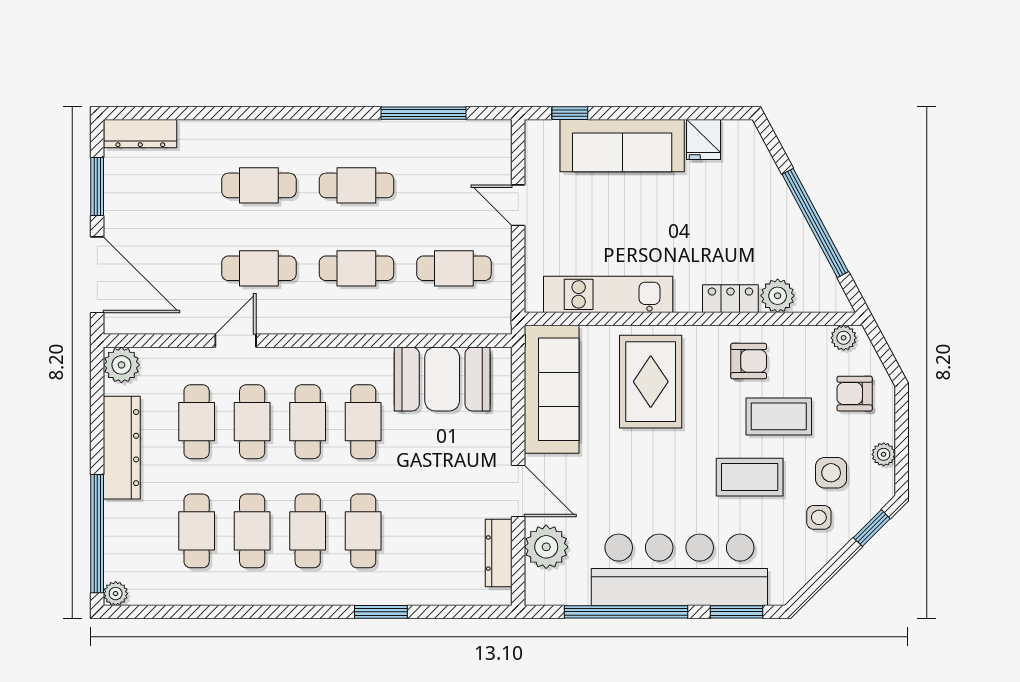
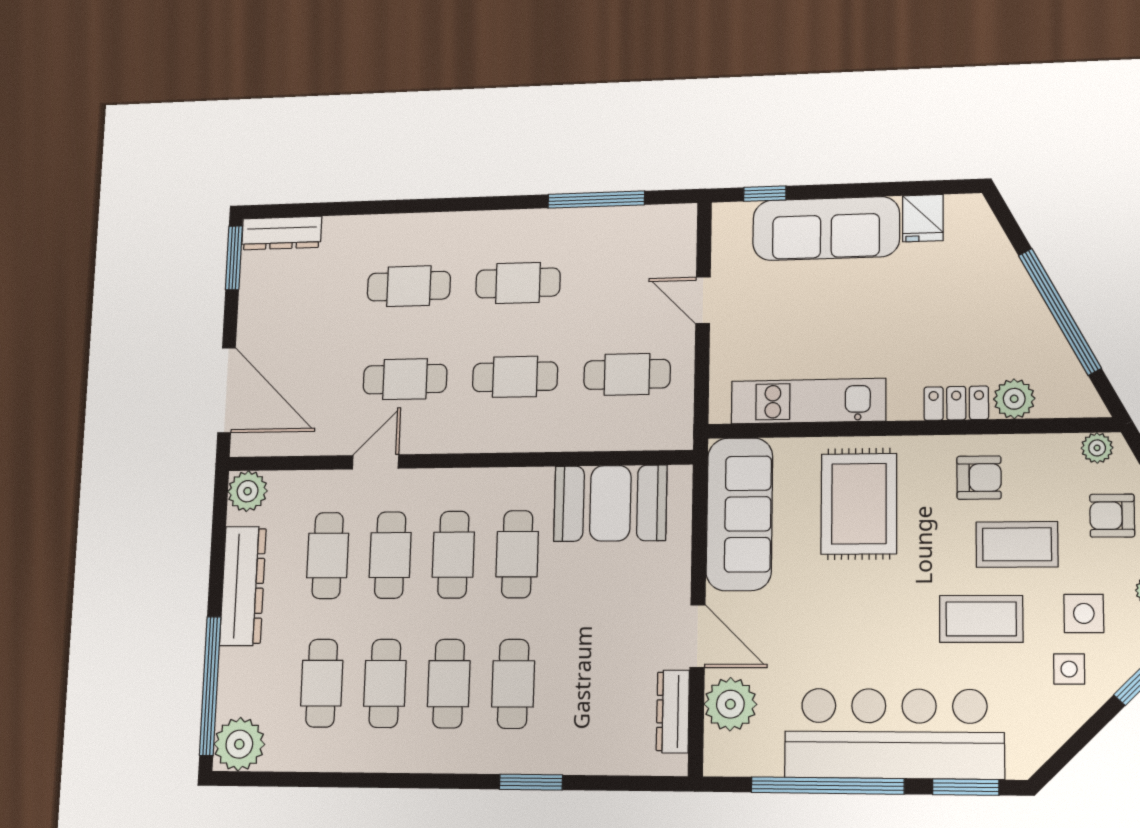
window: (97, 186) -> (234, 258), moved
plant: (116, 594) -> (239, 744), width x1.88, depth x1.88

